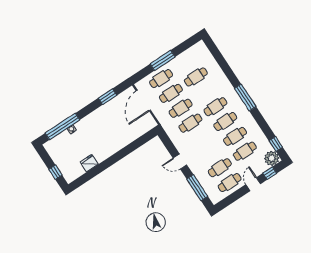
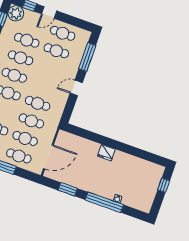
window: (62, 126) -> (104, 202), moved
door: (180, 161) -> (76, 88), swing flipped
fridge: (89, 163) -> (106, 153), moved

